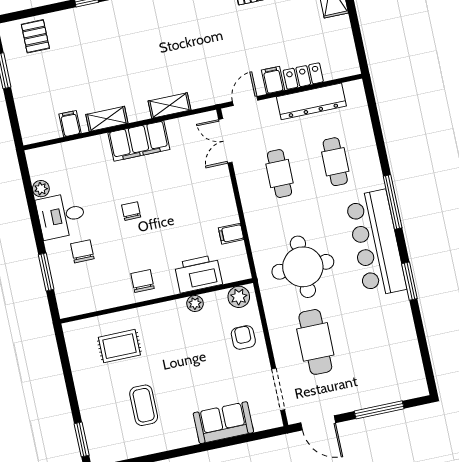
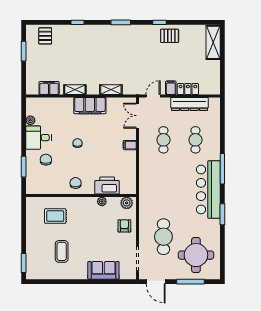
filing cabinet: (70, 124) -> (49, 88), width x2.00
filing cabinet: (231, 234) -> (130, 145), moved
round table: (303, 267) -> (196, 255), moved

